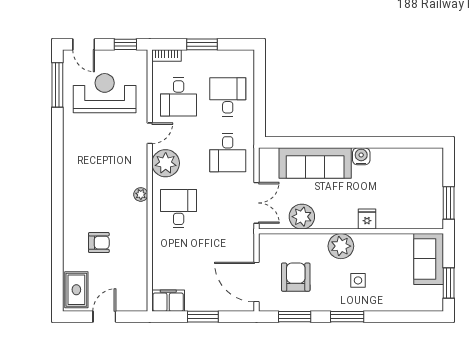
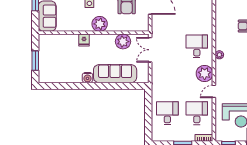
desk: (228, 97) -> (167, 113), turned 180
desk: (228, 153) -> (167, 80), removed
window: (449, 203) -> (35, 61), moved
desk: (179, 209) -> (197, 46), turned 180

